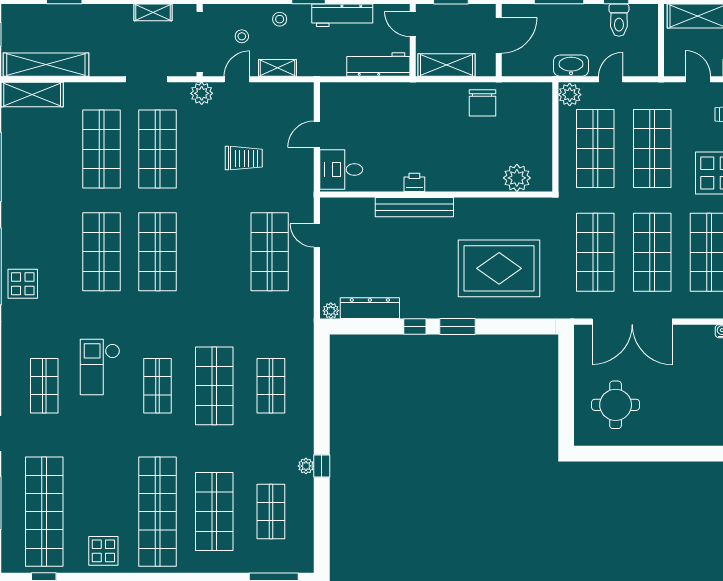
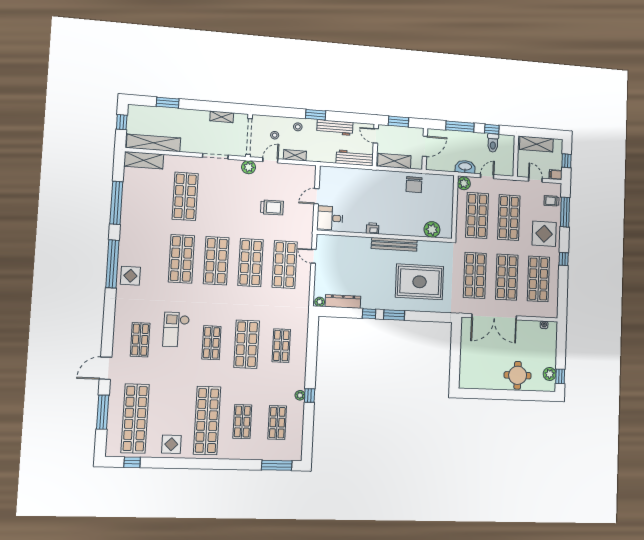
shop shelf: (158, 149) -> (251, 263), moved
bench: (414, 207) -> (394, 244), moved
round table: (616, 405) -> (518, 375), moved
shop shelf: (214, 512) -> (242, 422), width x0.70, depth x0.74

